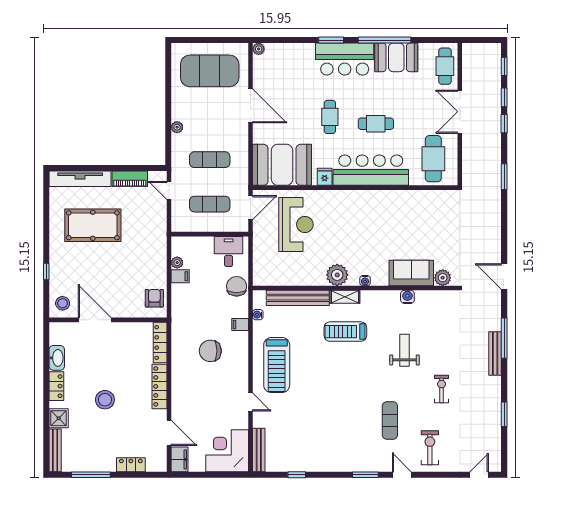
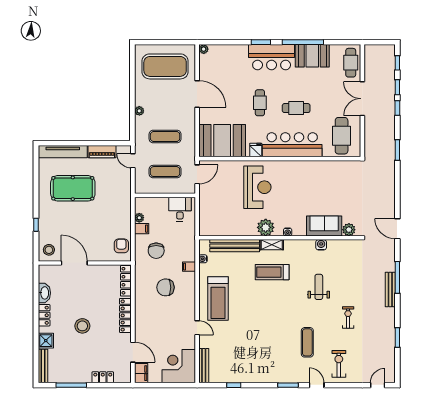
reception desk: (296, 225) -> (257, 187), moved
chair: (237, 286) -> (156, 251), moved, turned 180

